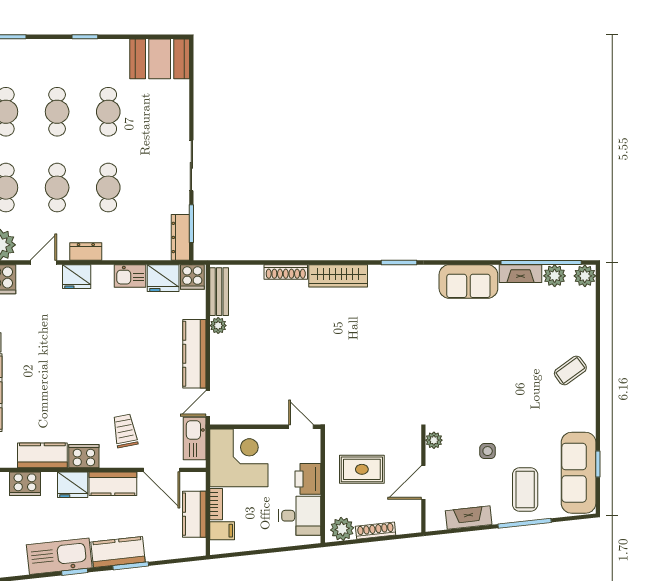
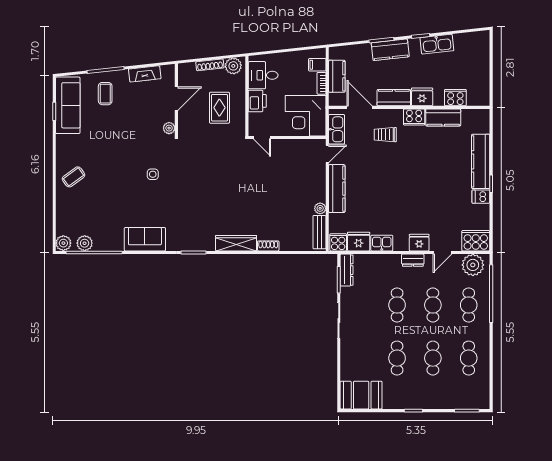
shoe rack: (286, 272) -> (268, 246), width x0.70
fireplace: (520, 274) -> (108, 245), removed
trolley: (125, 431) -> (385, 135), turned 101
side table: (488, 451) -> (153, 174), moved
rug: (362, 469) -> (219, 108), turned 90
coffee table: (525, 490) -> (105, 94), width x0.73, depth x0.77
kitchen sink: (59, 556) -> (437, 44), width x0.73, depth x0.81

